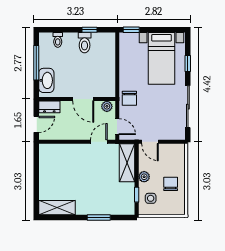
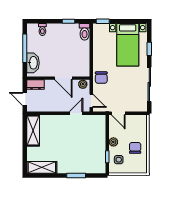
toilet: (85, 43) -> (85, 32), moved
door: (36, 124) -> (25, 99), swing flipped
shelving: (127, 163) -> (33, 130), moved

